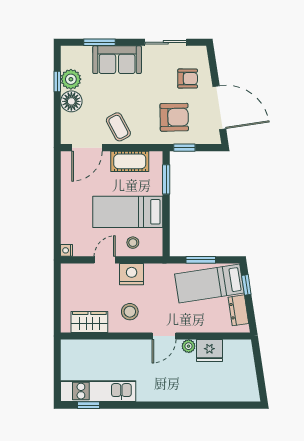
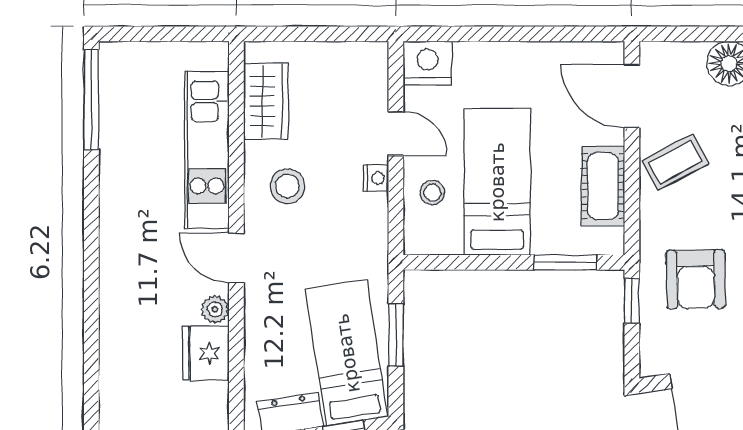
nightstand: (67, 250) -> (427, 63), width x1.89, depth x1.79
nightstand: (132, 274) -> (376, 178), width x0.53, depth x0.56
kitchen unit: (98, 391) -> (207, 150), moved, turned 180
window: (88, 405) -> (91, 99), width x2.17

